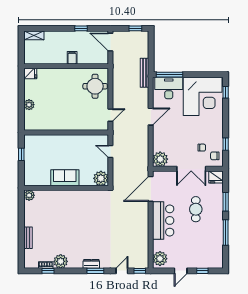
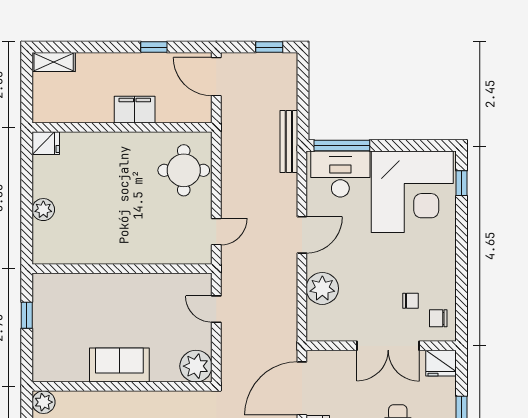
filing cabinet: (72, 58) -> (135, 110), width x2.00
window: (226, 144) -> (461, 293), removed
plant: (160, 159) -> (322, 288), moved

